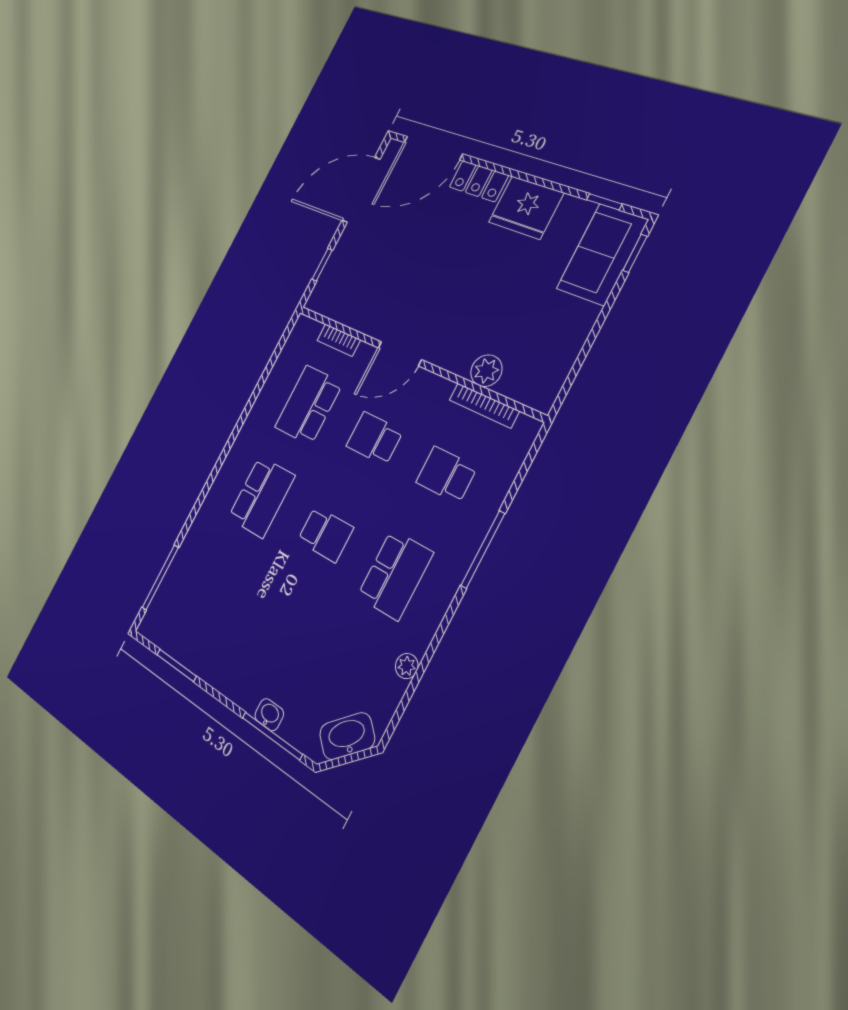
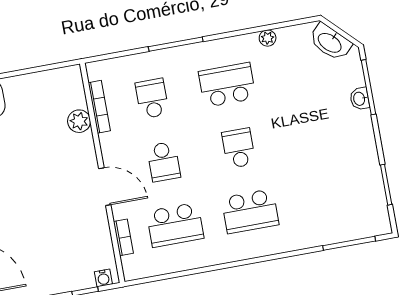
water cooler: (319, 292) -> (103, 278), added
school desk: (446, 475) -> (152, 98), turned 180
school desk: (261, 497) -> (250, 211), turned 180

